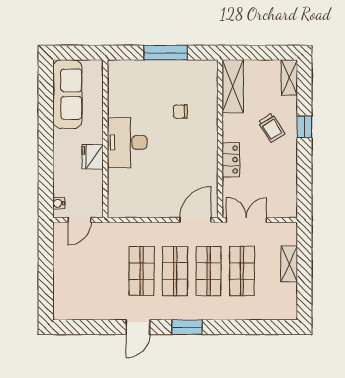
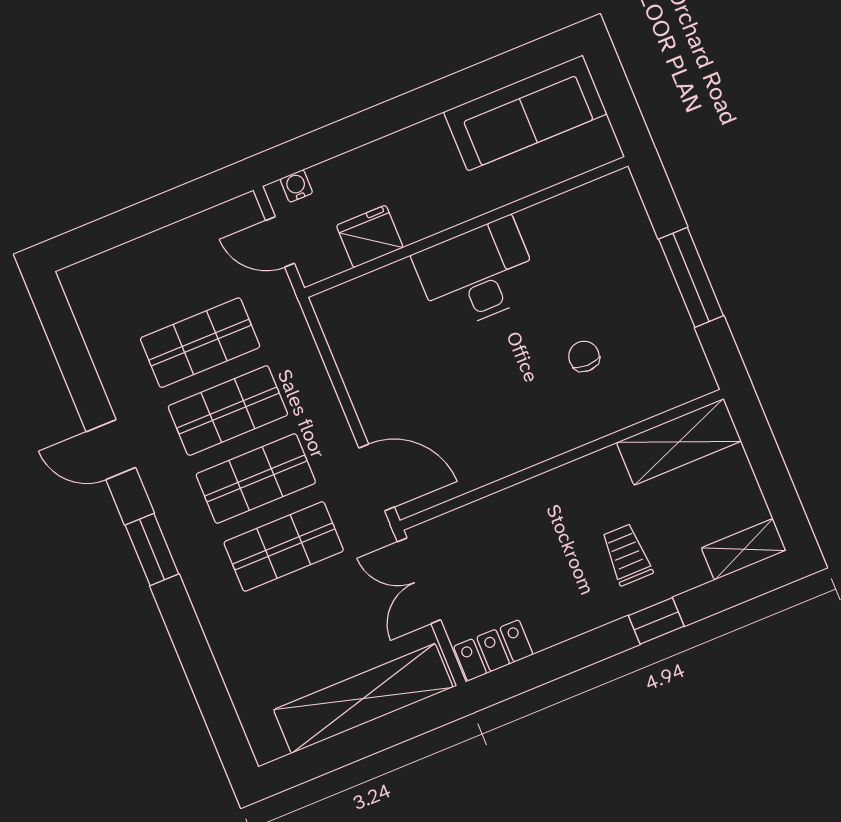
trolley: (271, 128) -> (627, 555), turned 122
fridge: (93, 157) -> (370, 236), moved
locker: (231, 160) -> (493, 650), moved, turned 180
double door: (246, 220) -> (419, 581), swing flipped
shelving: (289, 264) -> (363, 698), width x2.20, depth x1.33
shop shelf: (242, 271) -> (200, 343), moved

